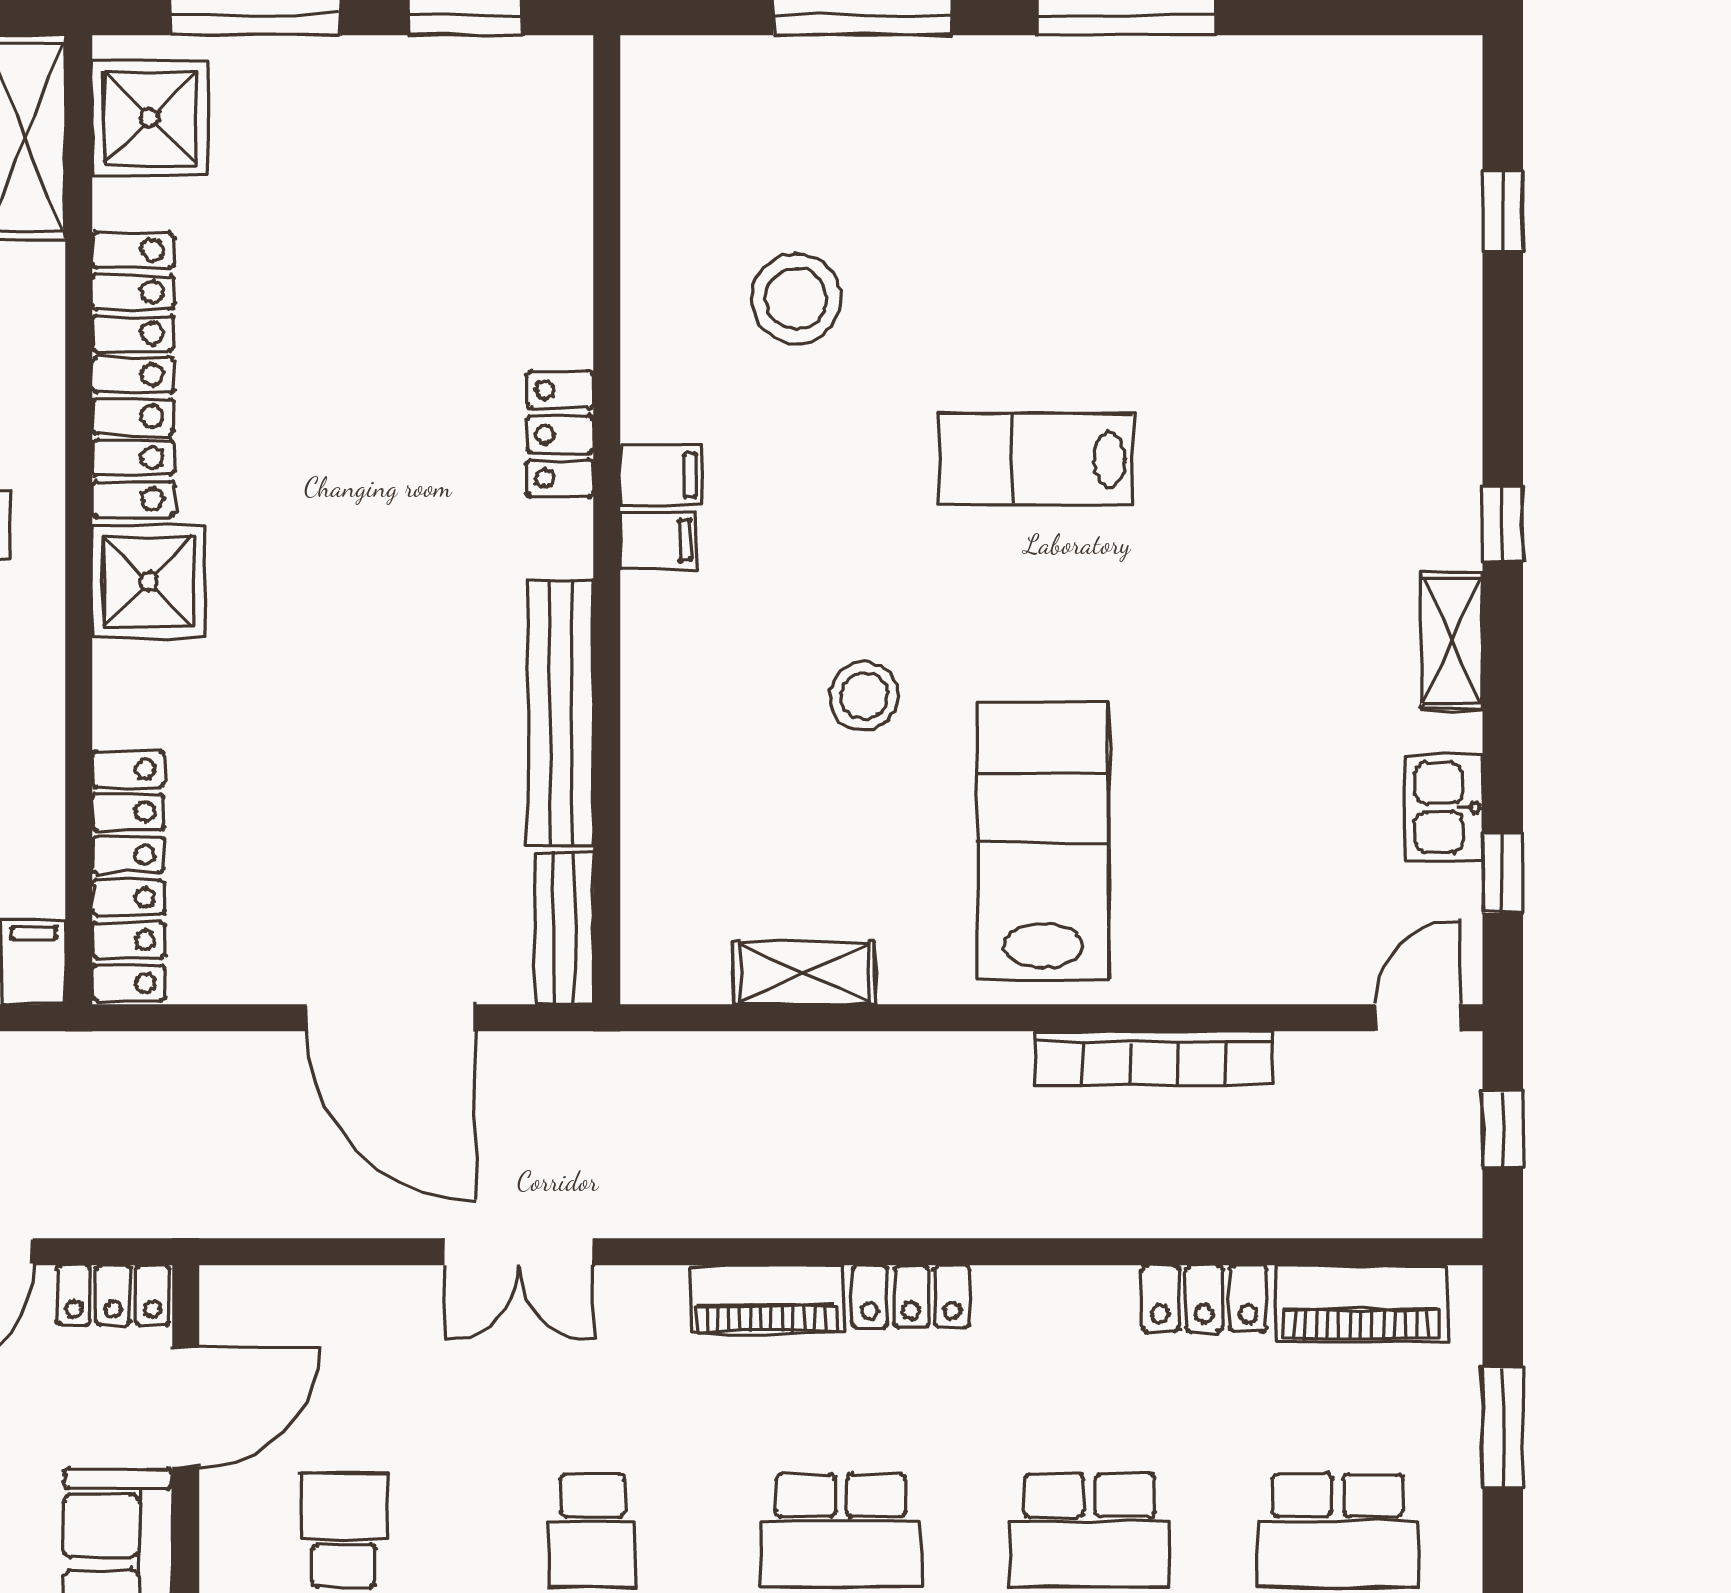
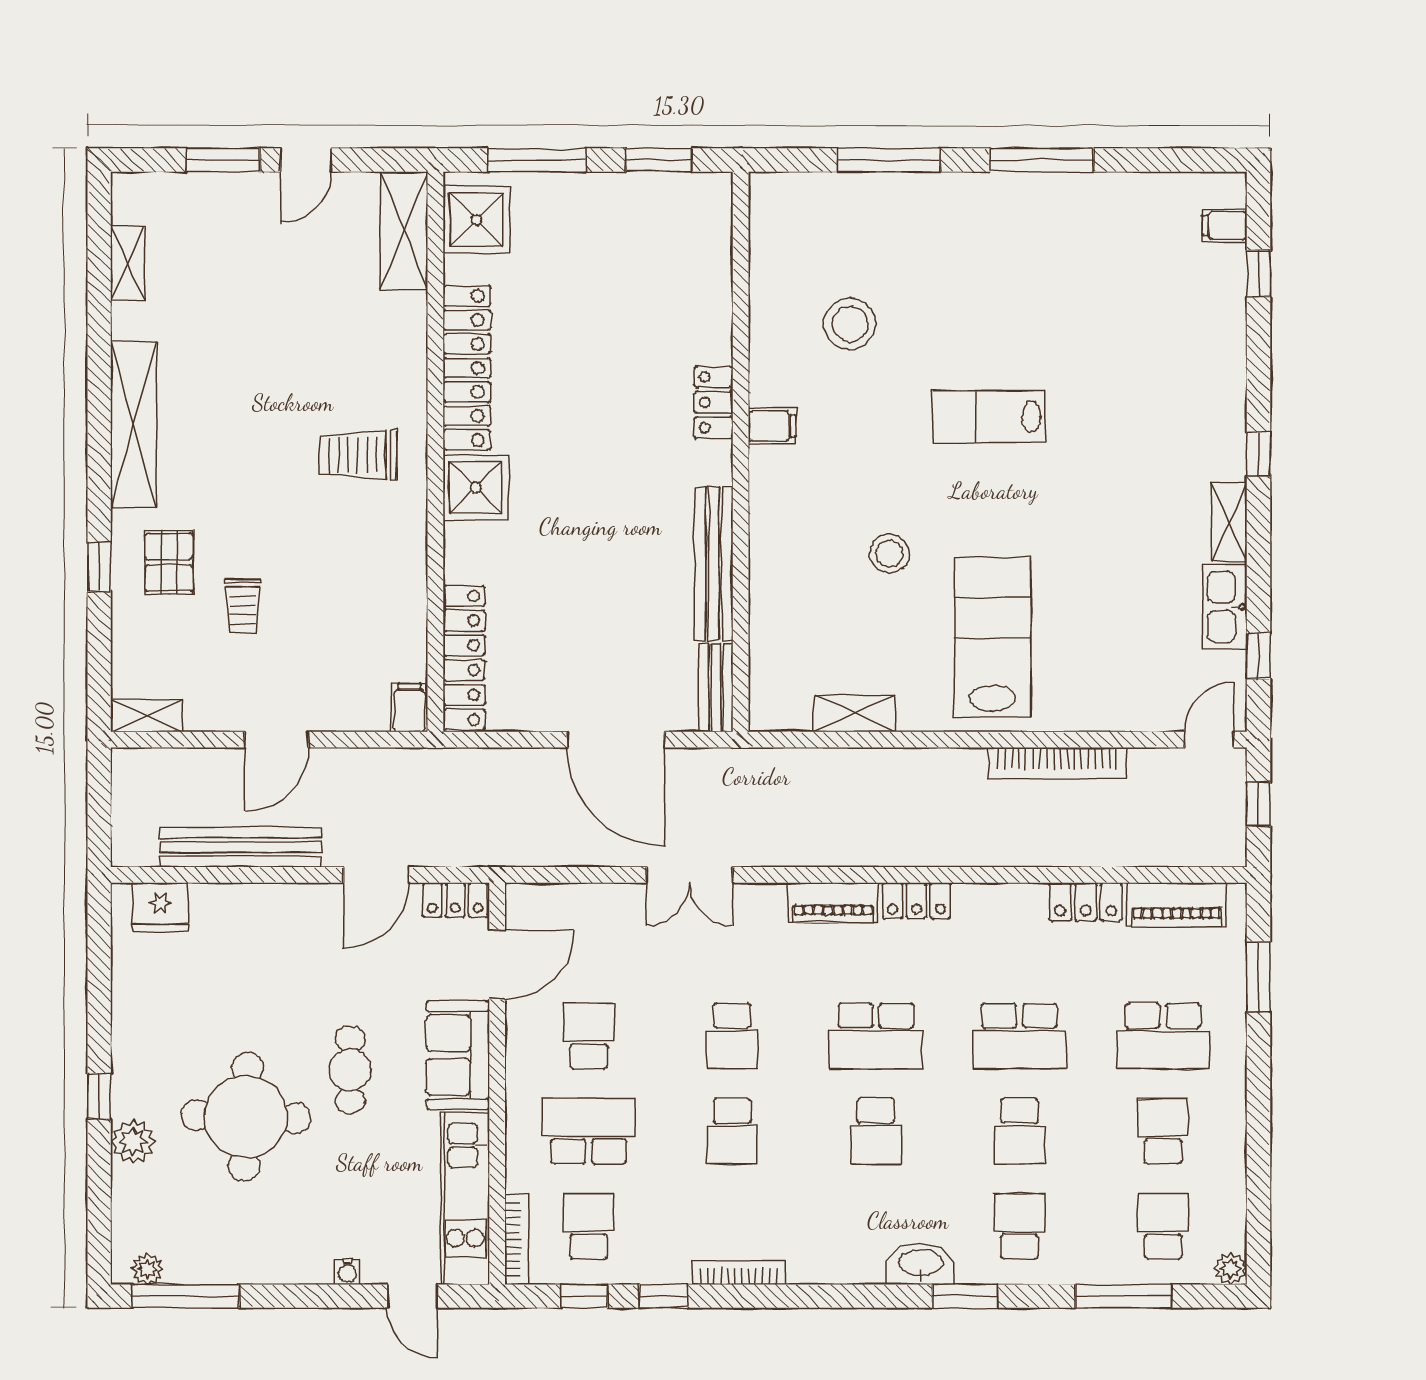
filing cabinet: (659, 540) -> (1225, 225), moved, turned 180
kitchen sink: (1444, 808) -> (1224, 607), width x1.38

